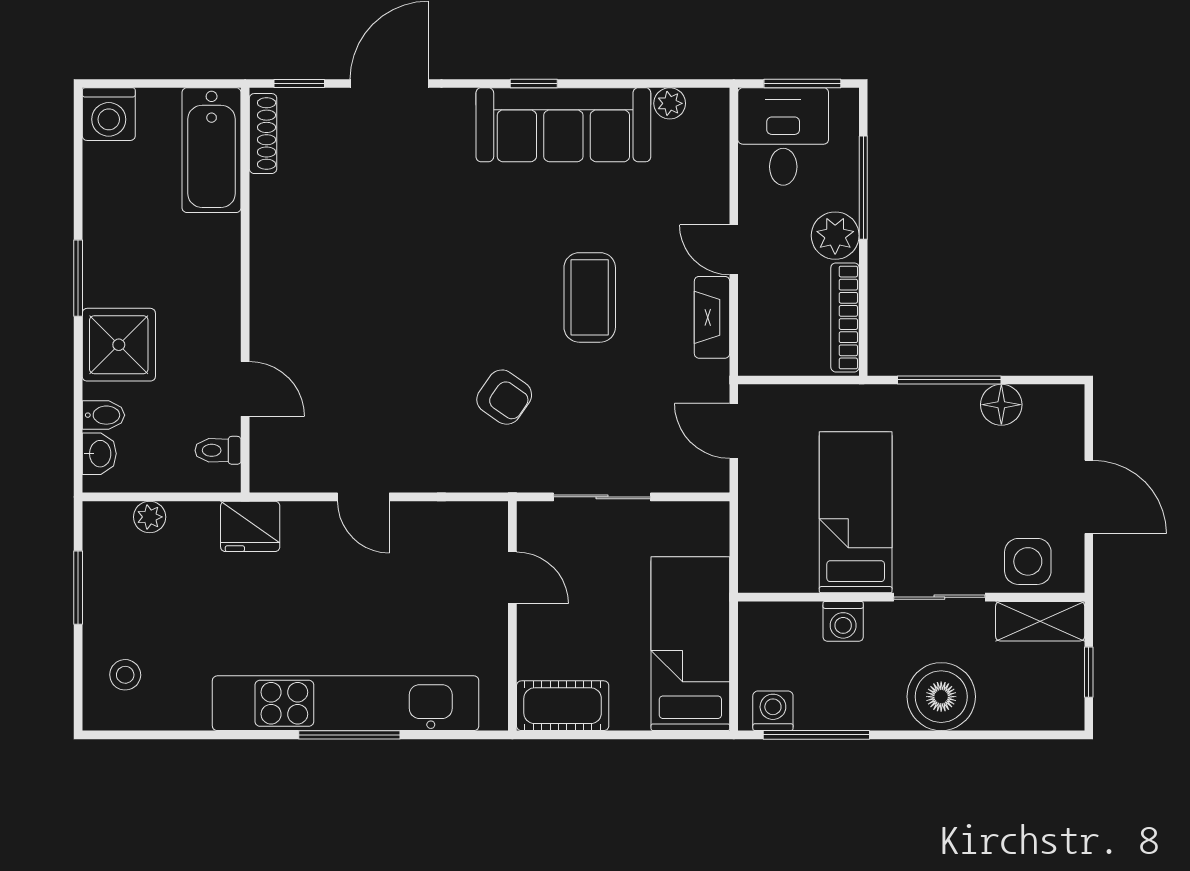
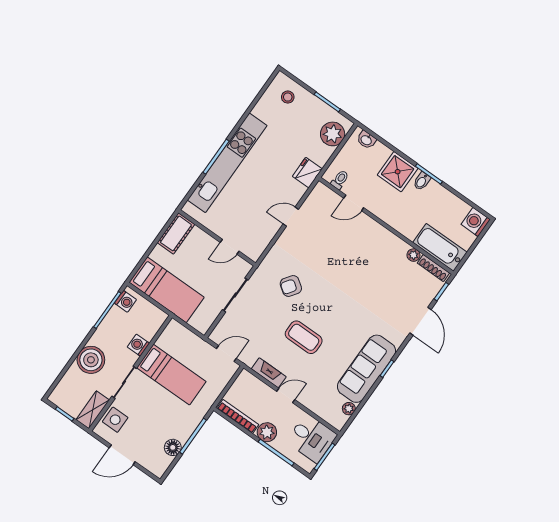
plant: (265, 193) -> (413, 255), added
bidet: (103, 415) -> (422, 181), moved
plant: (150, 517) -> (333, 134), width x1.88, depth x1.88

